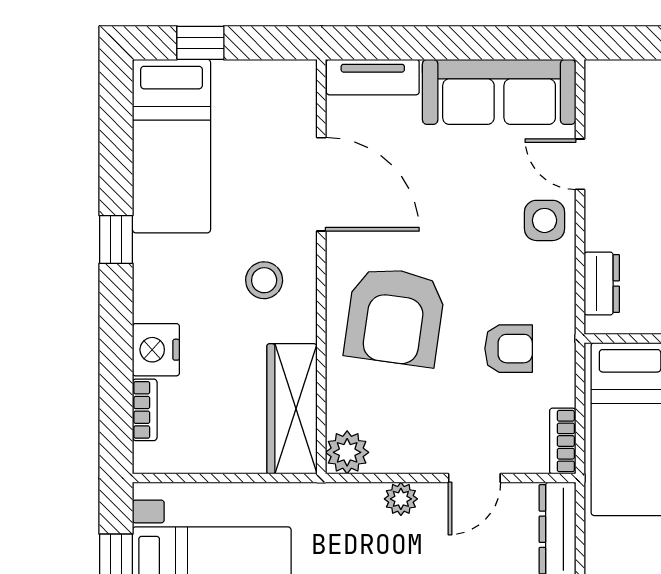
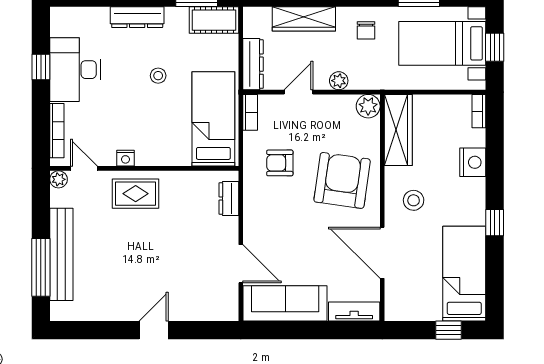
door: (580, 164) -> (241, 264), width x1.38
side table: (544, 220) -> (260, 233), removed
bookcase: (145, 410) -> (479, 111), moved

